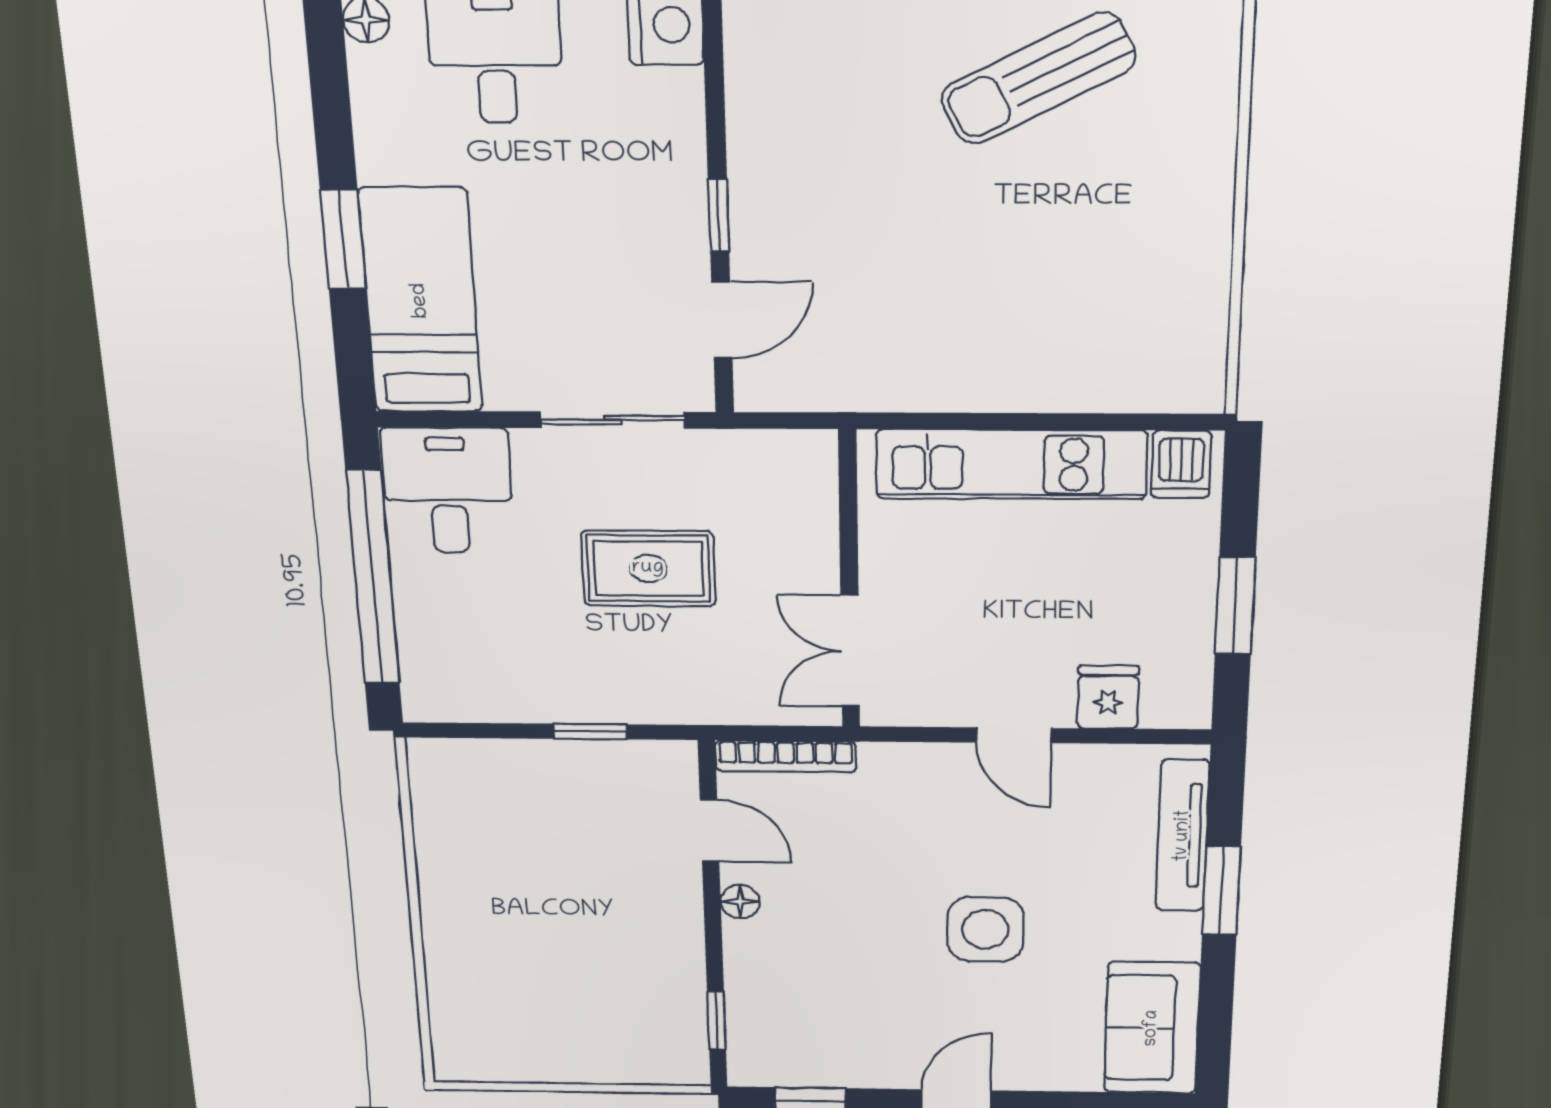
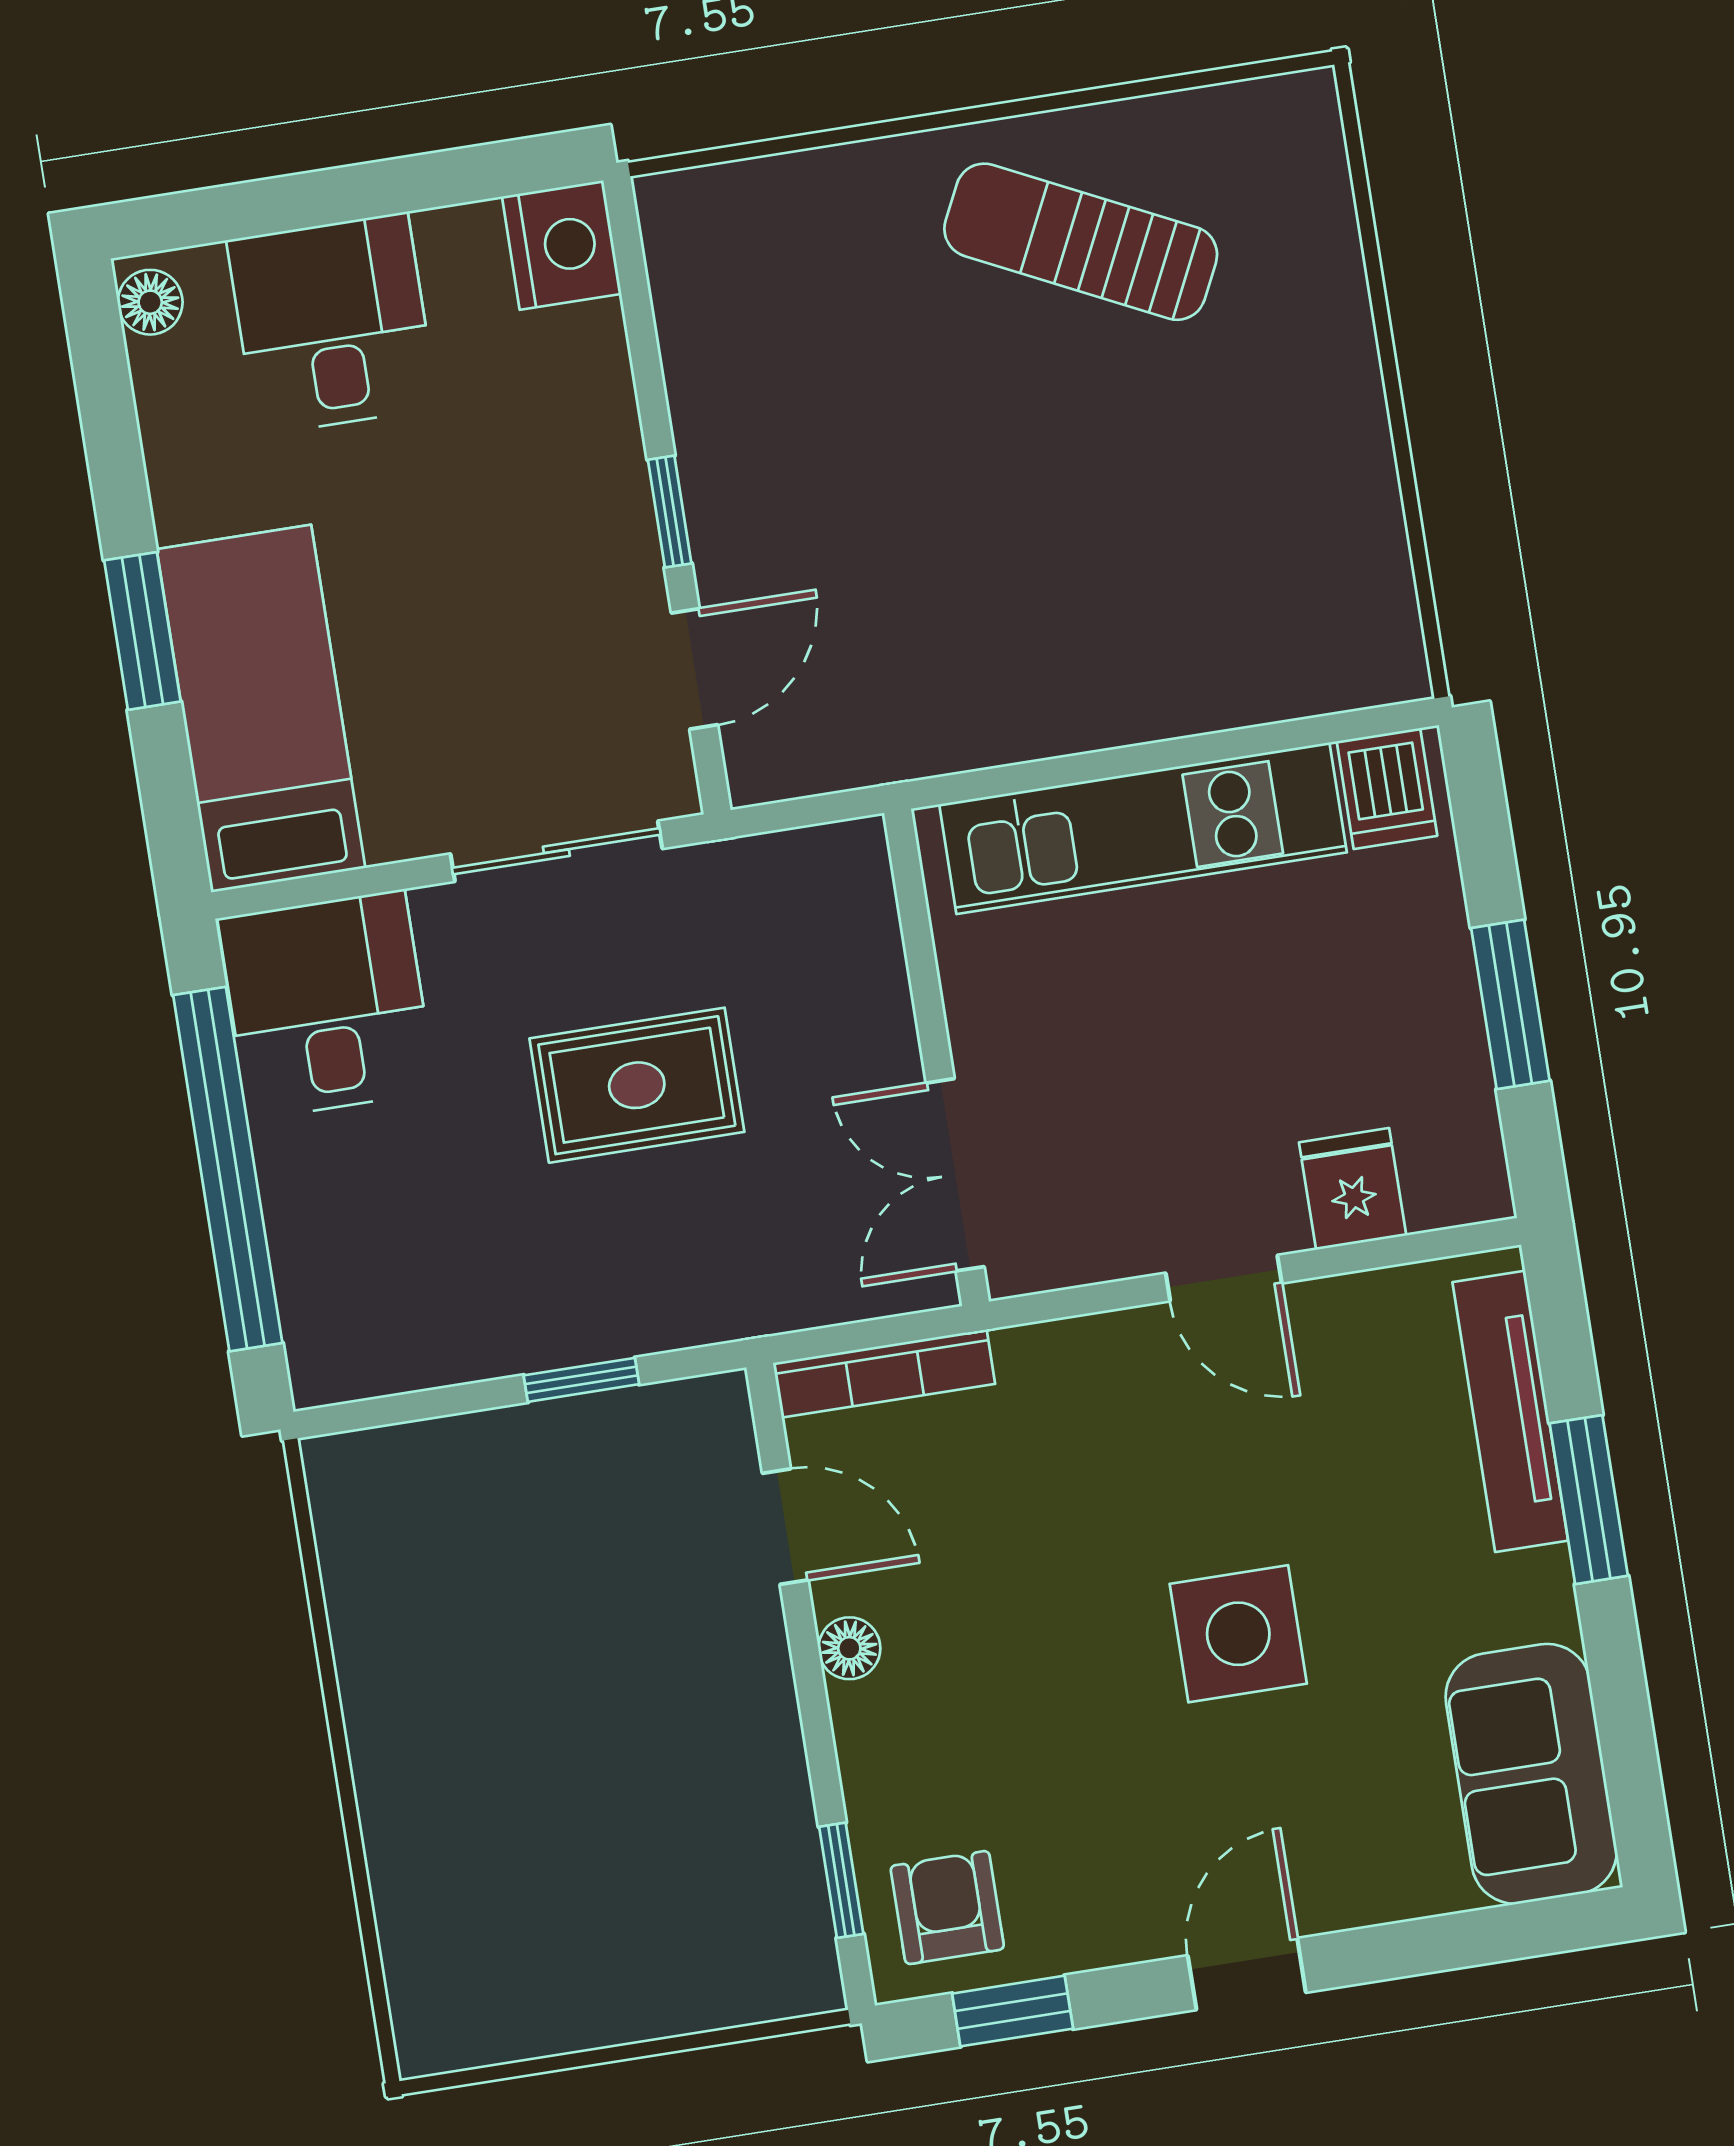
sun lounger: (1038, 78) -> (1081, 242), turned 53
armchair: (779, 1044) -> (947, 1908), added

